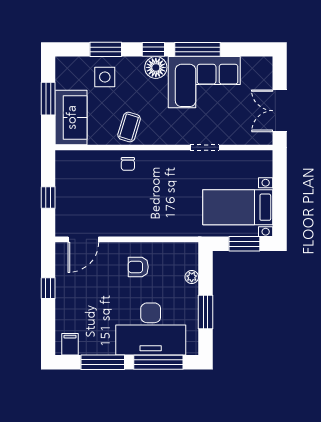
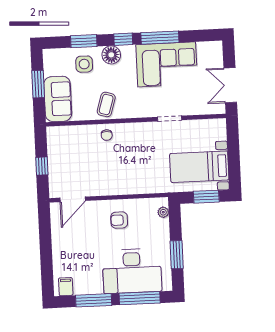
floor lamp: (156, 67) -> (111, 55), moved
plant: (192, 277) -> (163, 212), moved
window: (48, 288) -> (45, 241), removed

